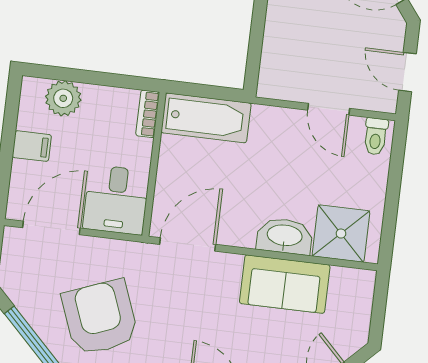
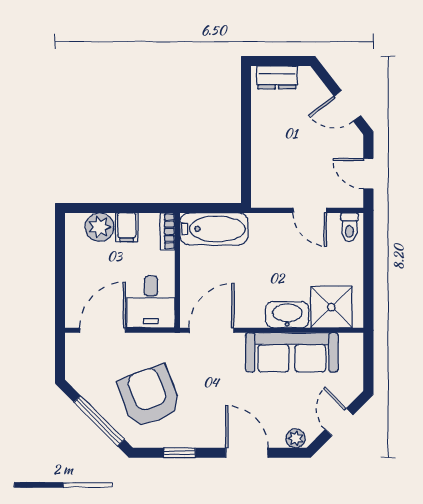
filing cabinet: (32, 146) -> (127, 227), moved, turned 90
sofa: (285, 284) -> (292, 352), width x1.36

